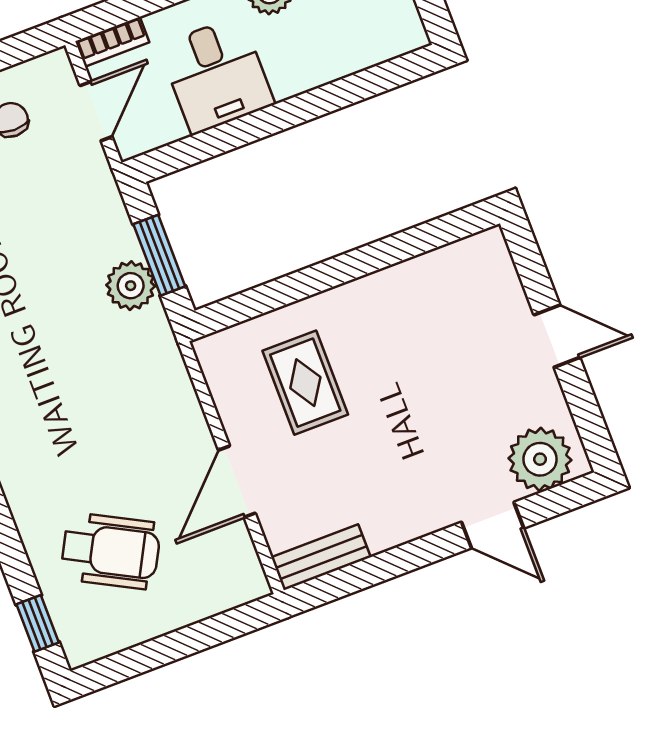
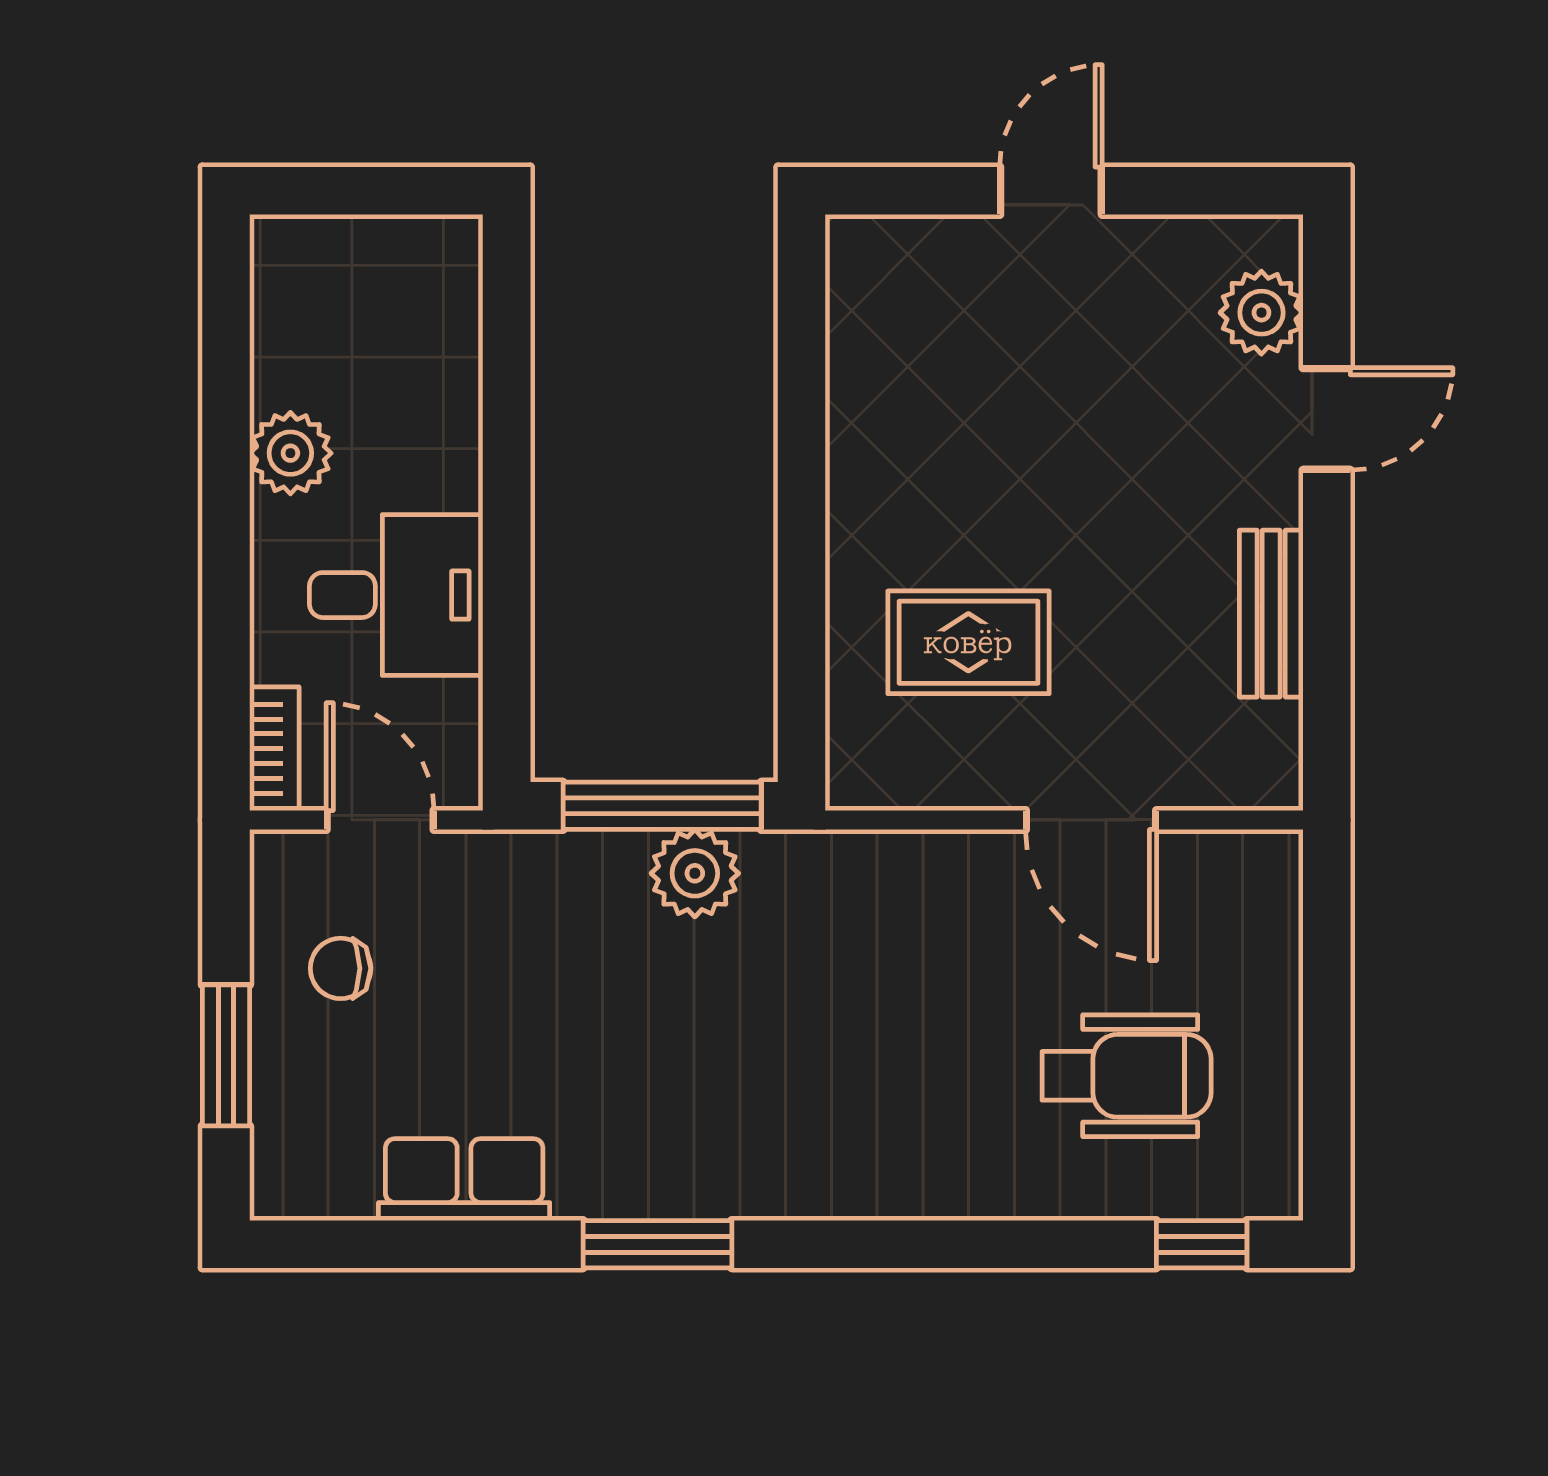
window: (159, 255) -> (662, 806), width x1.44
plant: (540, 459) -> (1261, 313), width x0.73, depth x0.73
wheelchair: (111, 551) -> (1127, 1076), turned 62
bench: (321, 557) -> (1271, 614), moved

